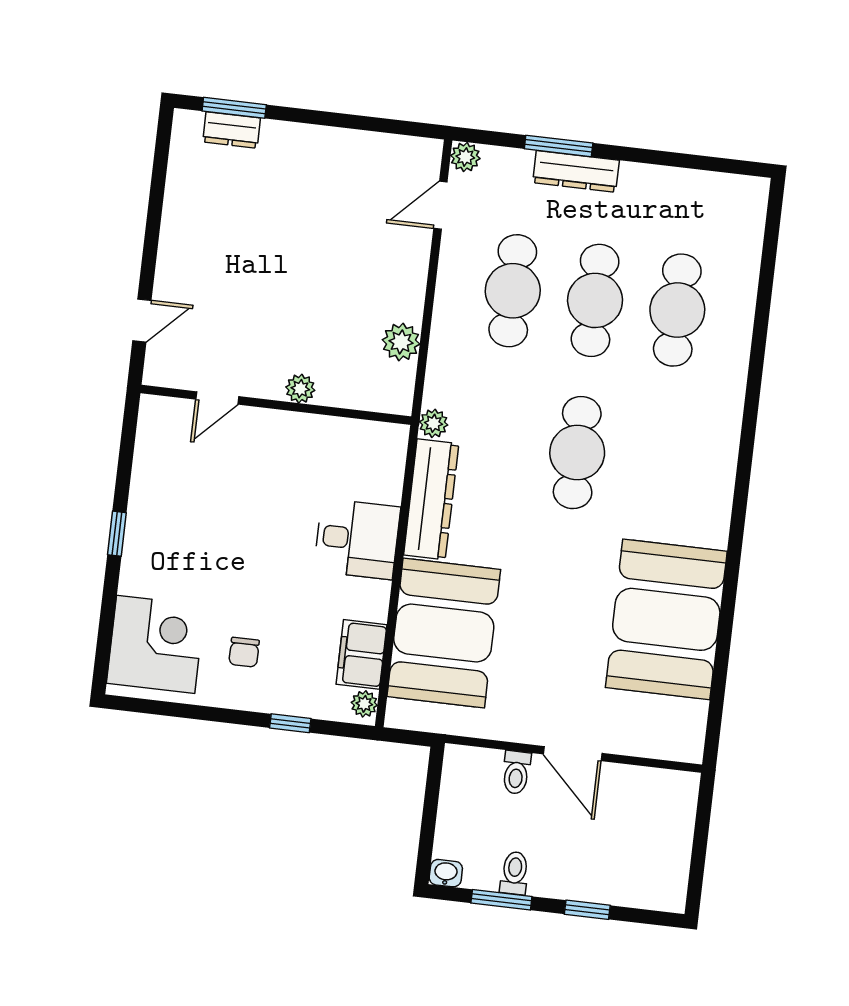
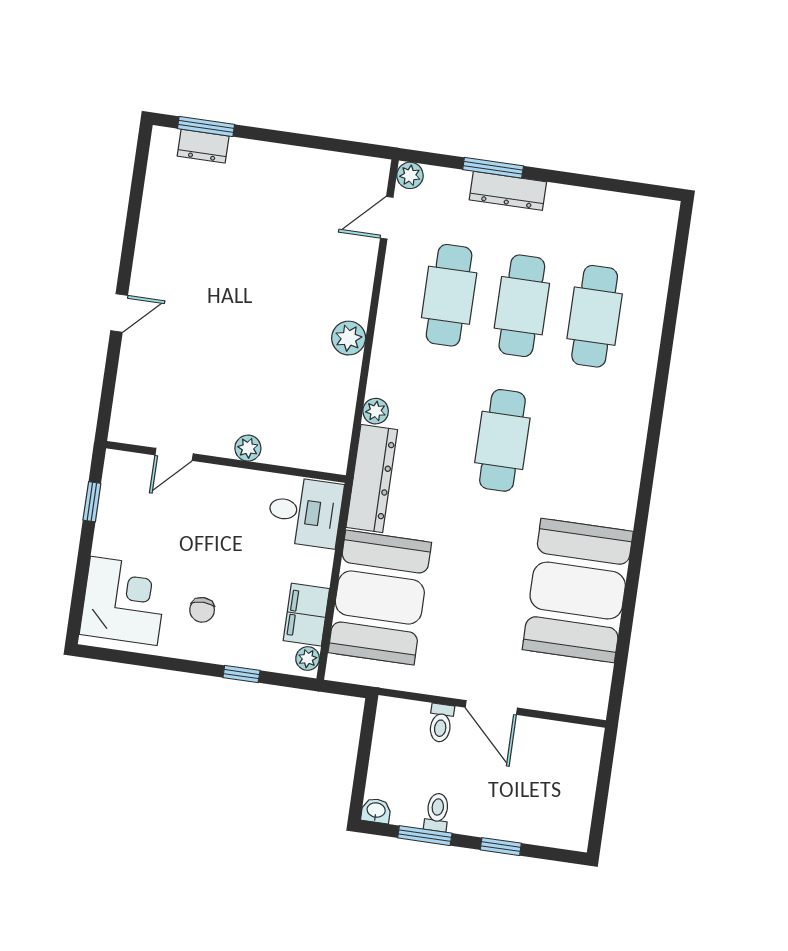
plant: (300, 389) -> (248, 448), moved
door: (217, 398) -> (174, 454), moved
wall: (276, 405) -> (226, 462), moved

